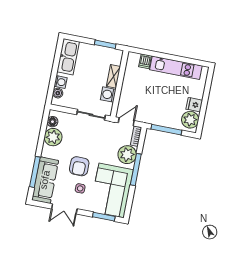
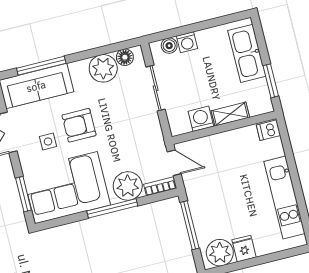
kitchen sink: (68, 57) -> (247, 53), moved, turned 90
dishwasher: (145, 61) -> (268, 130), moved
sliding door: (91, 115) -> (156, 88), moved

